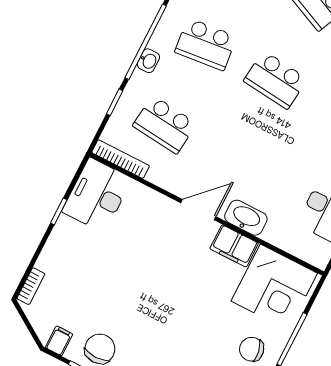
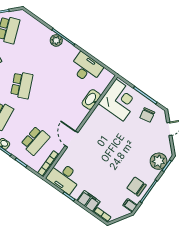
school desk: (275, 80) -> (22, 85), turned -30
door: (198, 210) -> (72, 139), moved
washbasin: (246, 218) -> (91, 99), moved
filing cabinet: (234, 246) -> (89, 201), moved, turned -90

